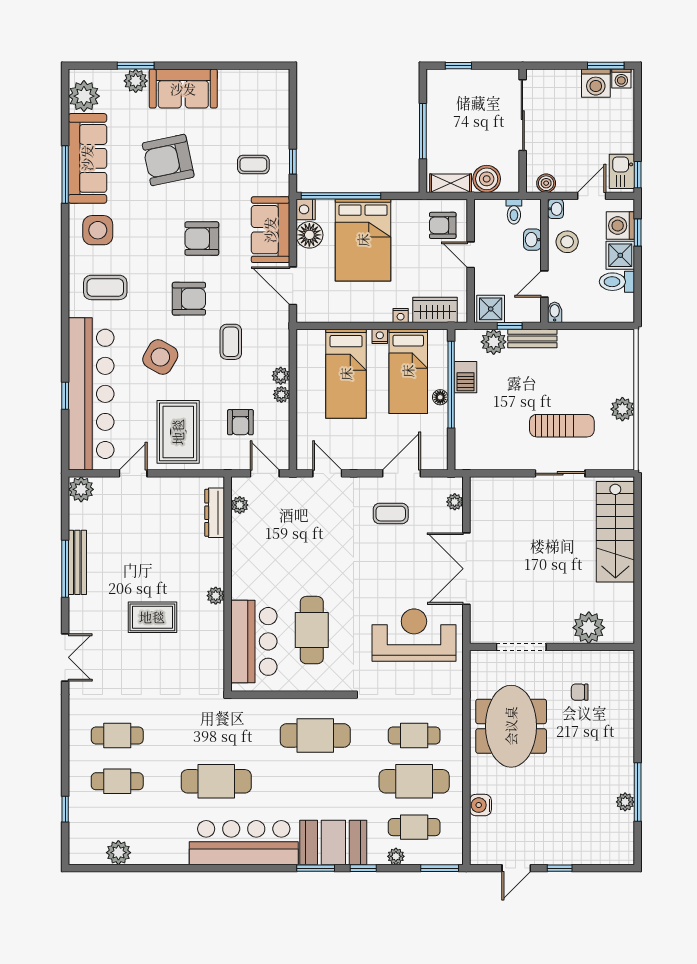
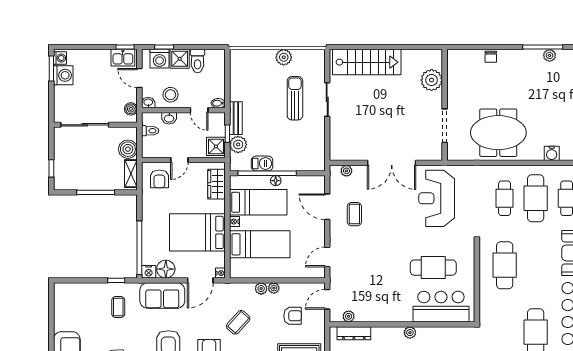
bed: (363, 240) -> (197, 232), moved, turned 180
nightstand: (401, 316) -> (220, 273), moved
coffee table: (231, 342) -> (238, 322), turned -48
chair: (580, 692) -> (491, 57), moved

